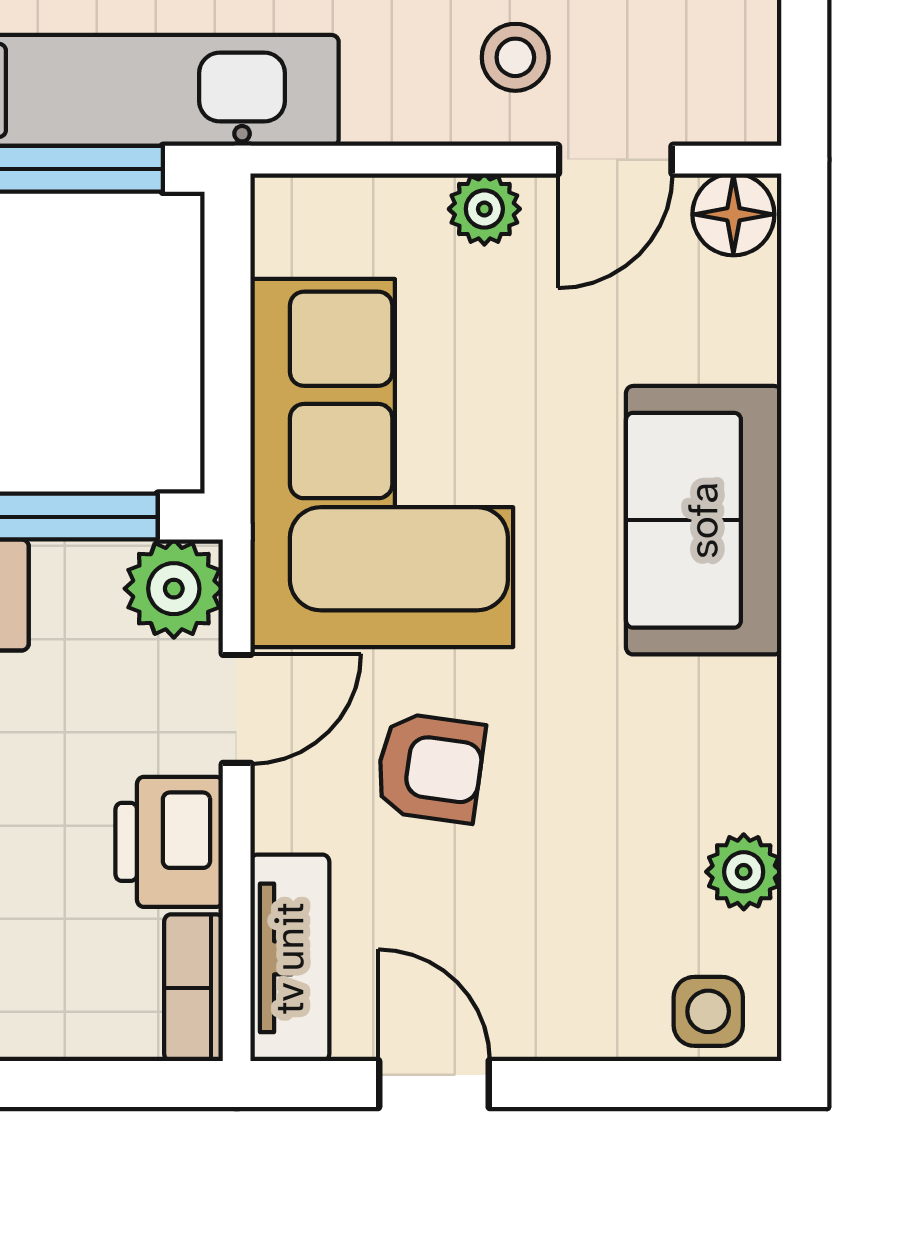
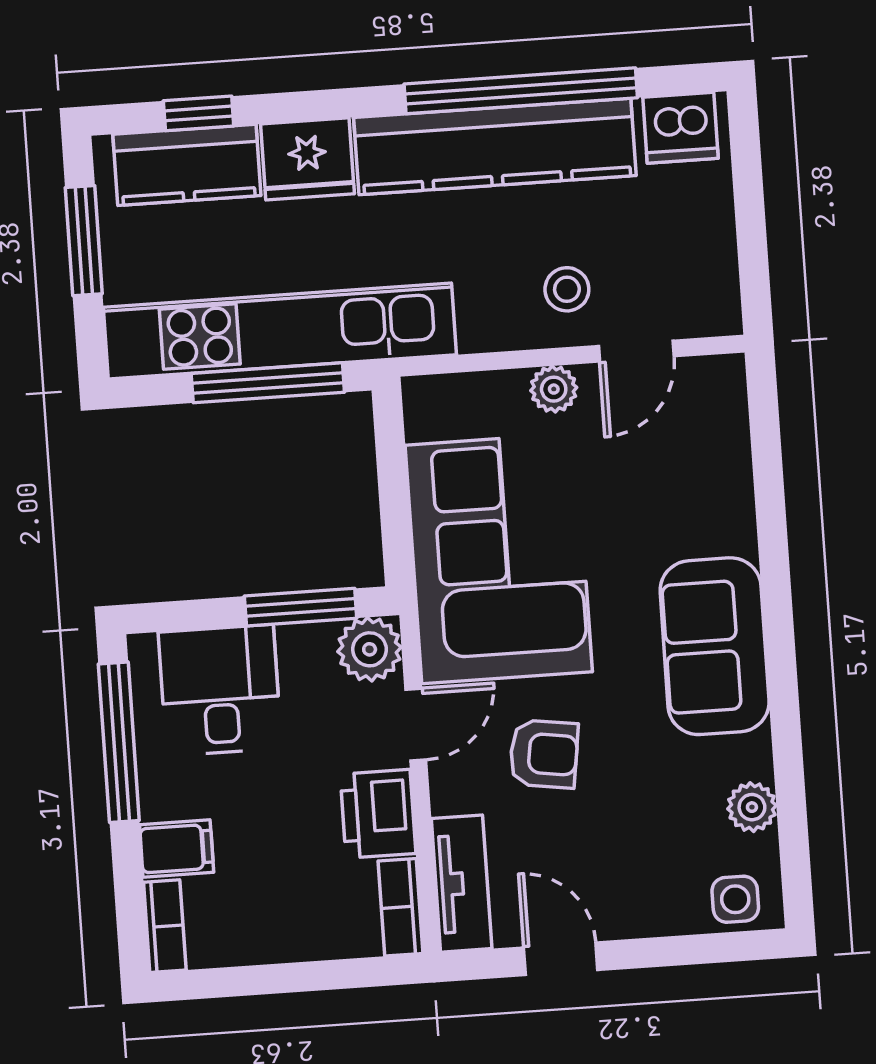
floor lamp: (733, 214) -> (715, 381), removed
sofa: (704, 520) -> (715, 646), moved

